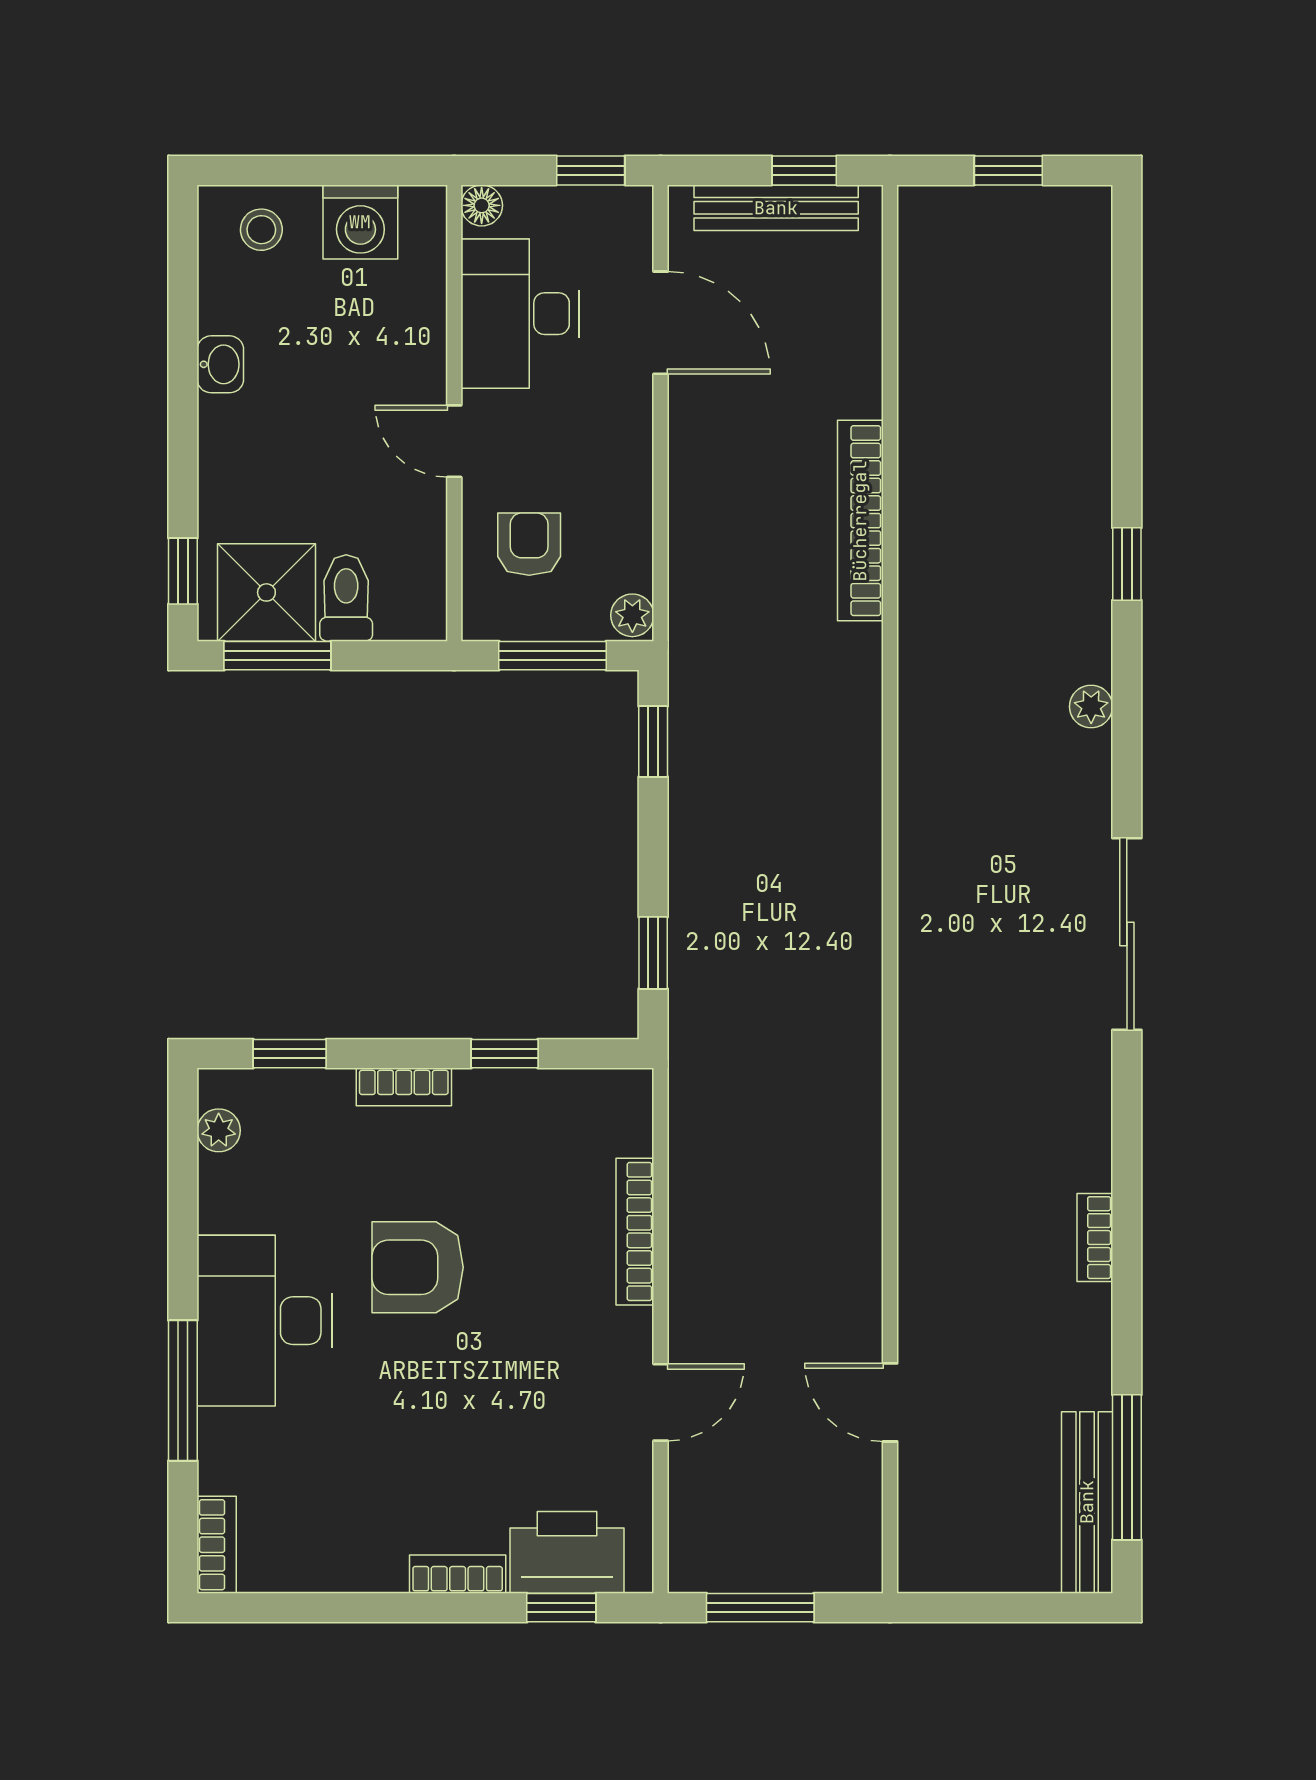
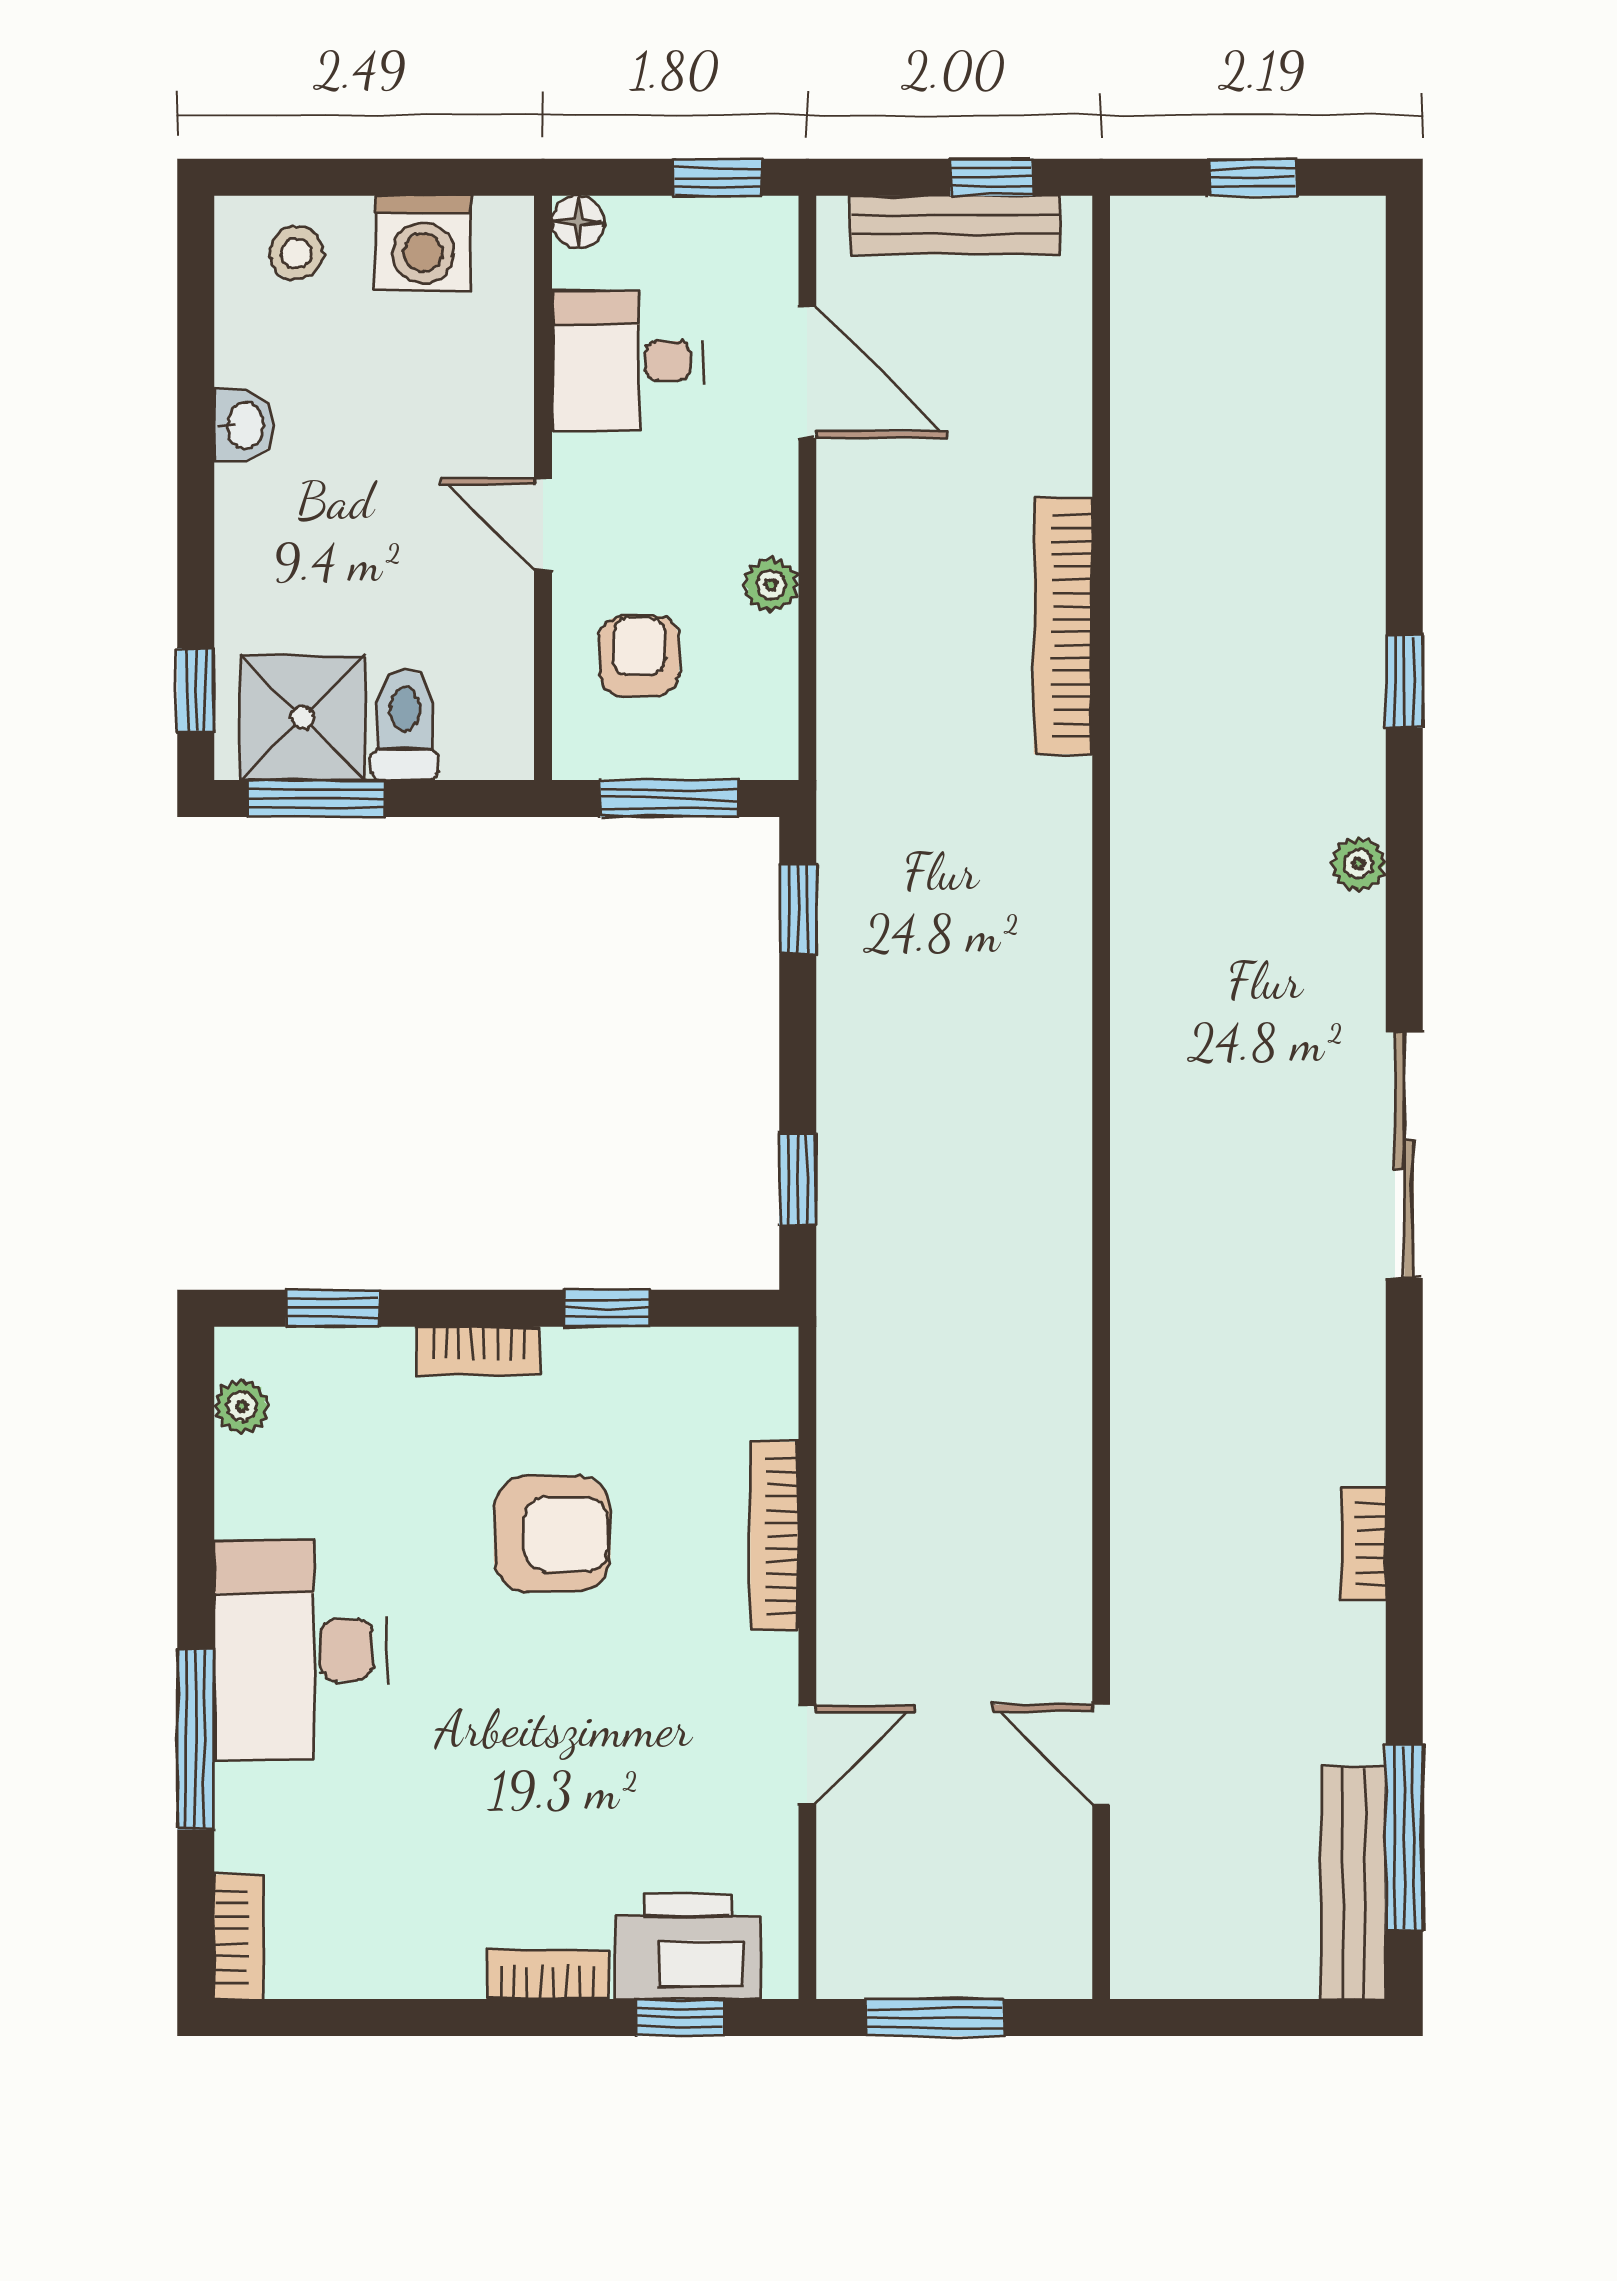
desk: (520, 314) -> (627, 361), width x0.73
plant: (632, 615) -> (771, 585), moved
armchair: (418, 1267) -> (552, 1534), moved, turned 180

